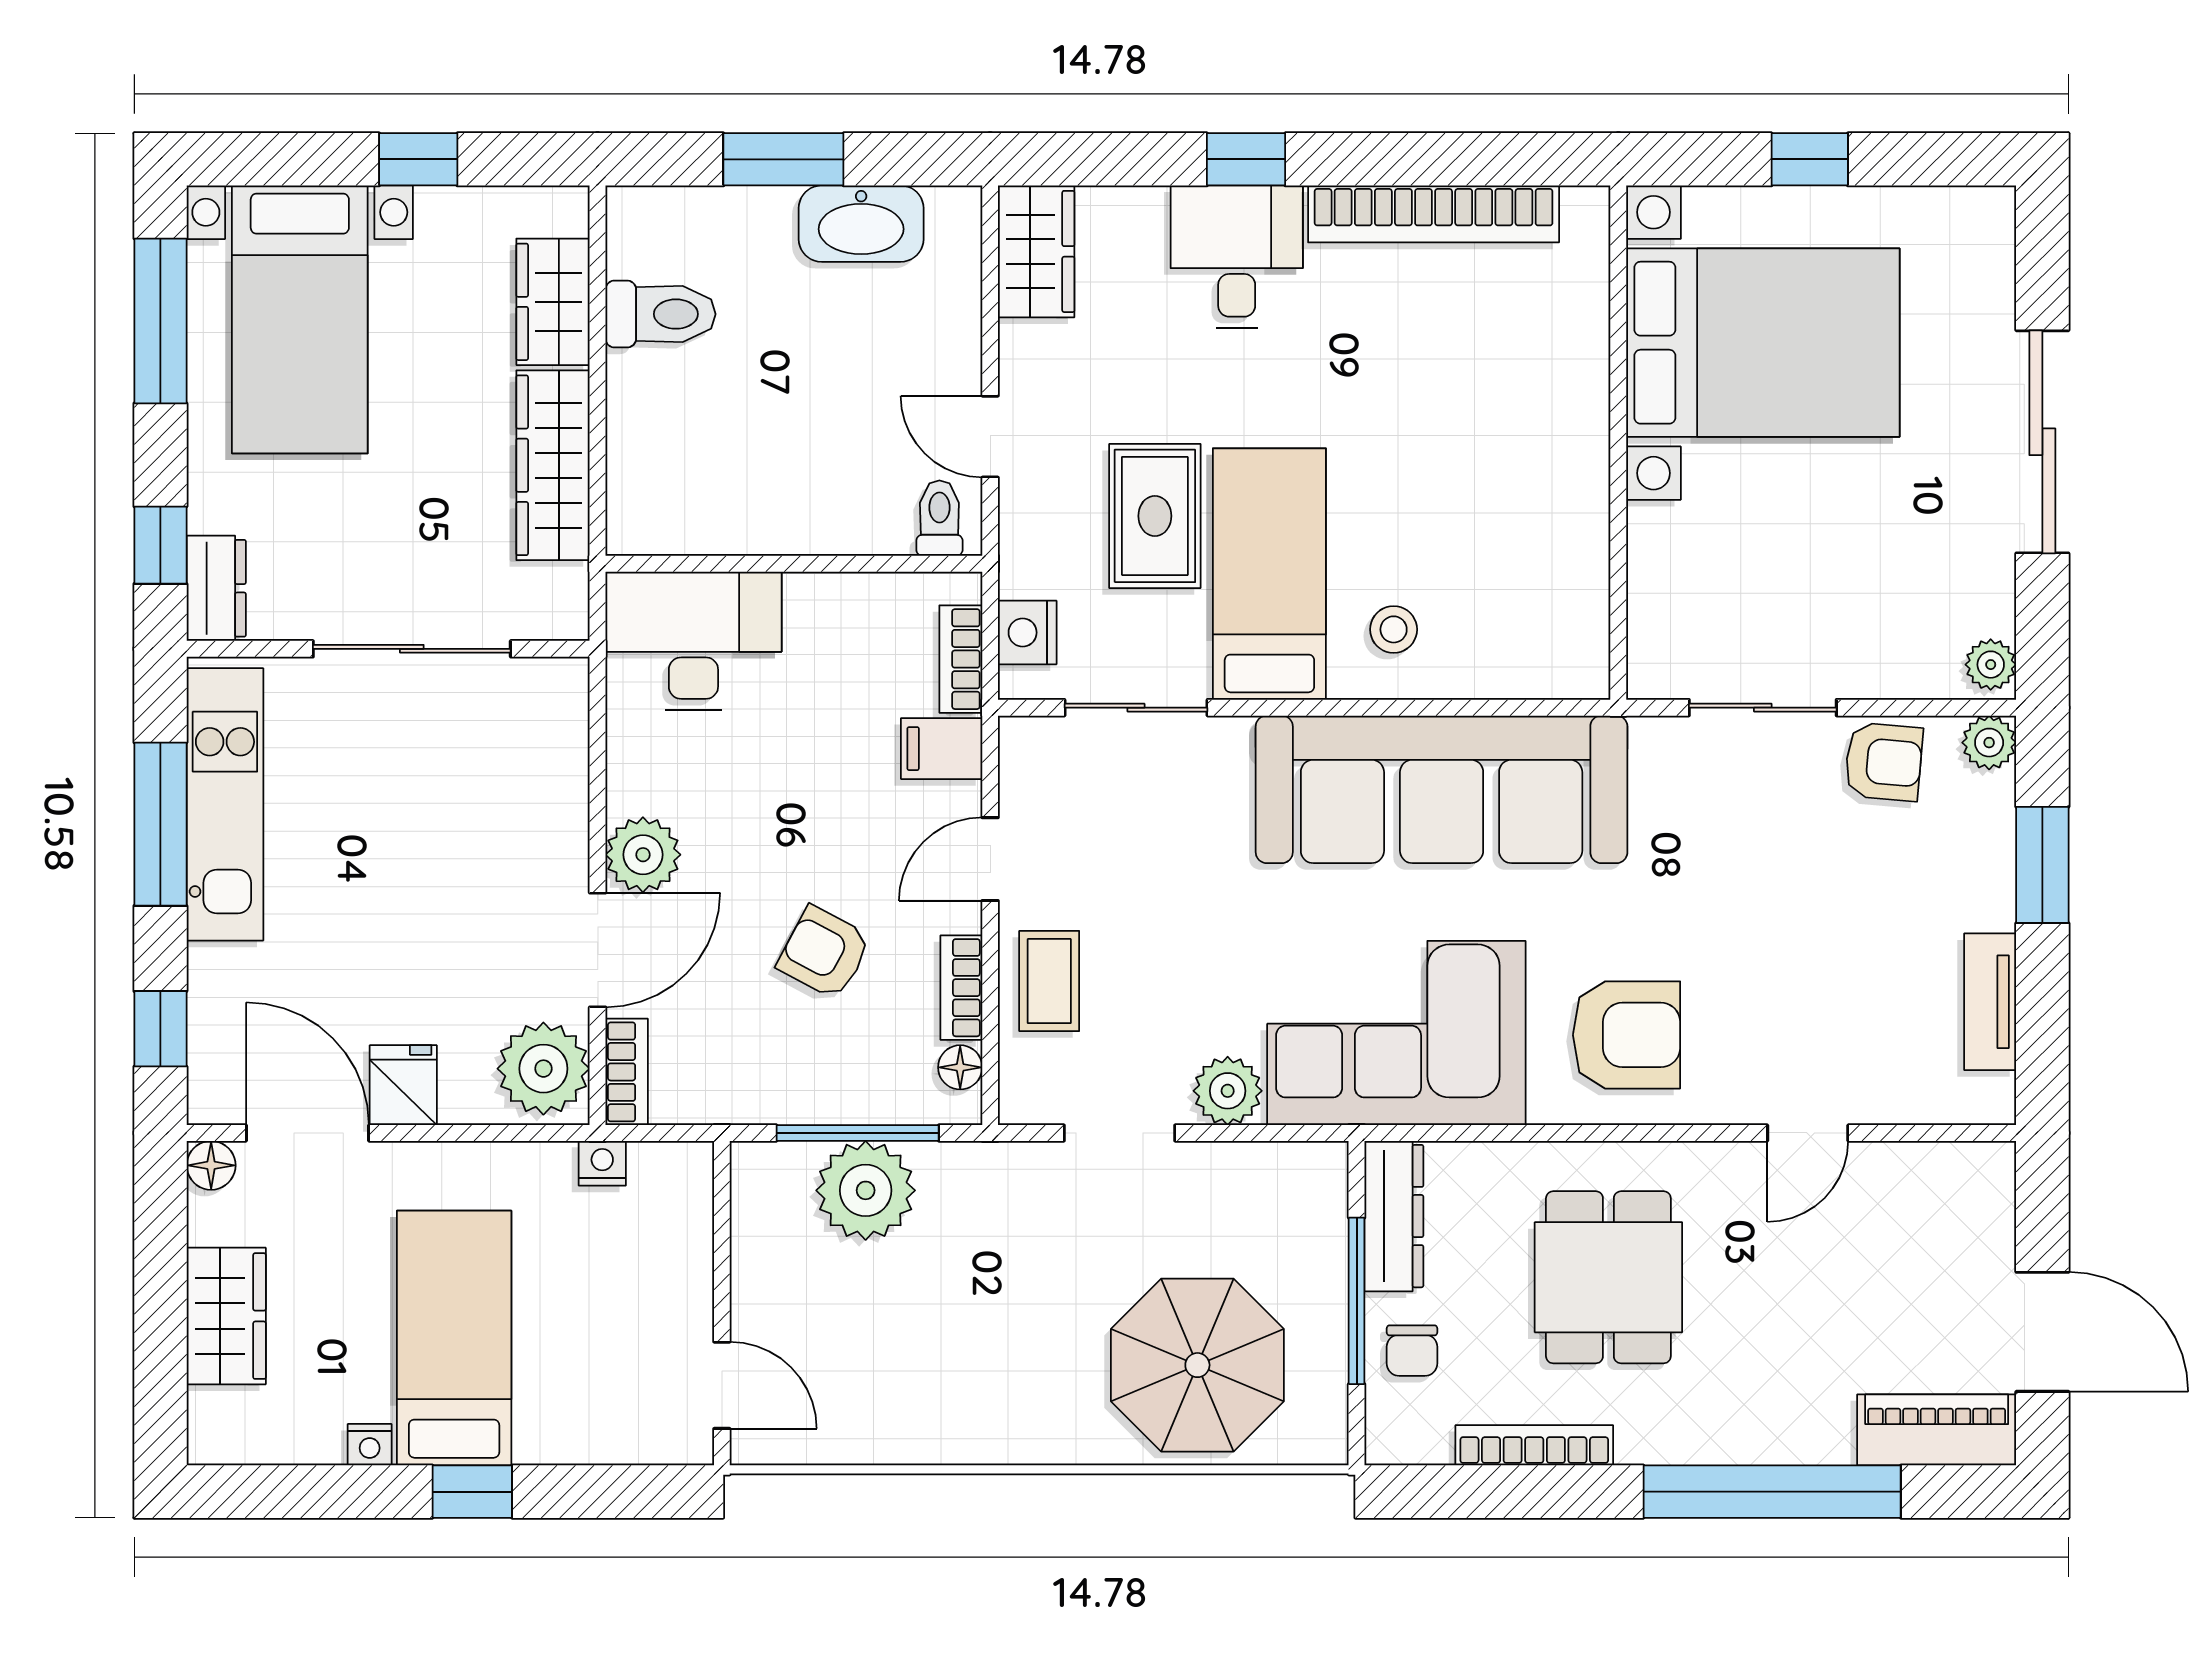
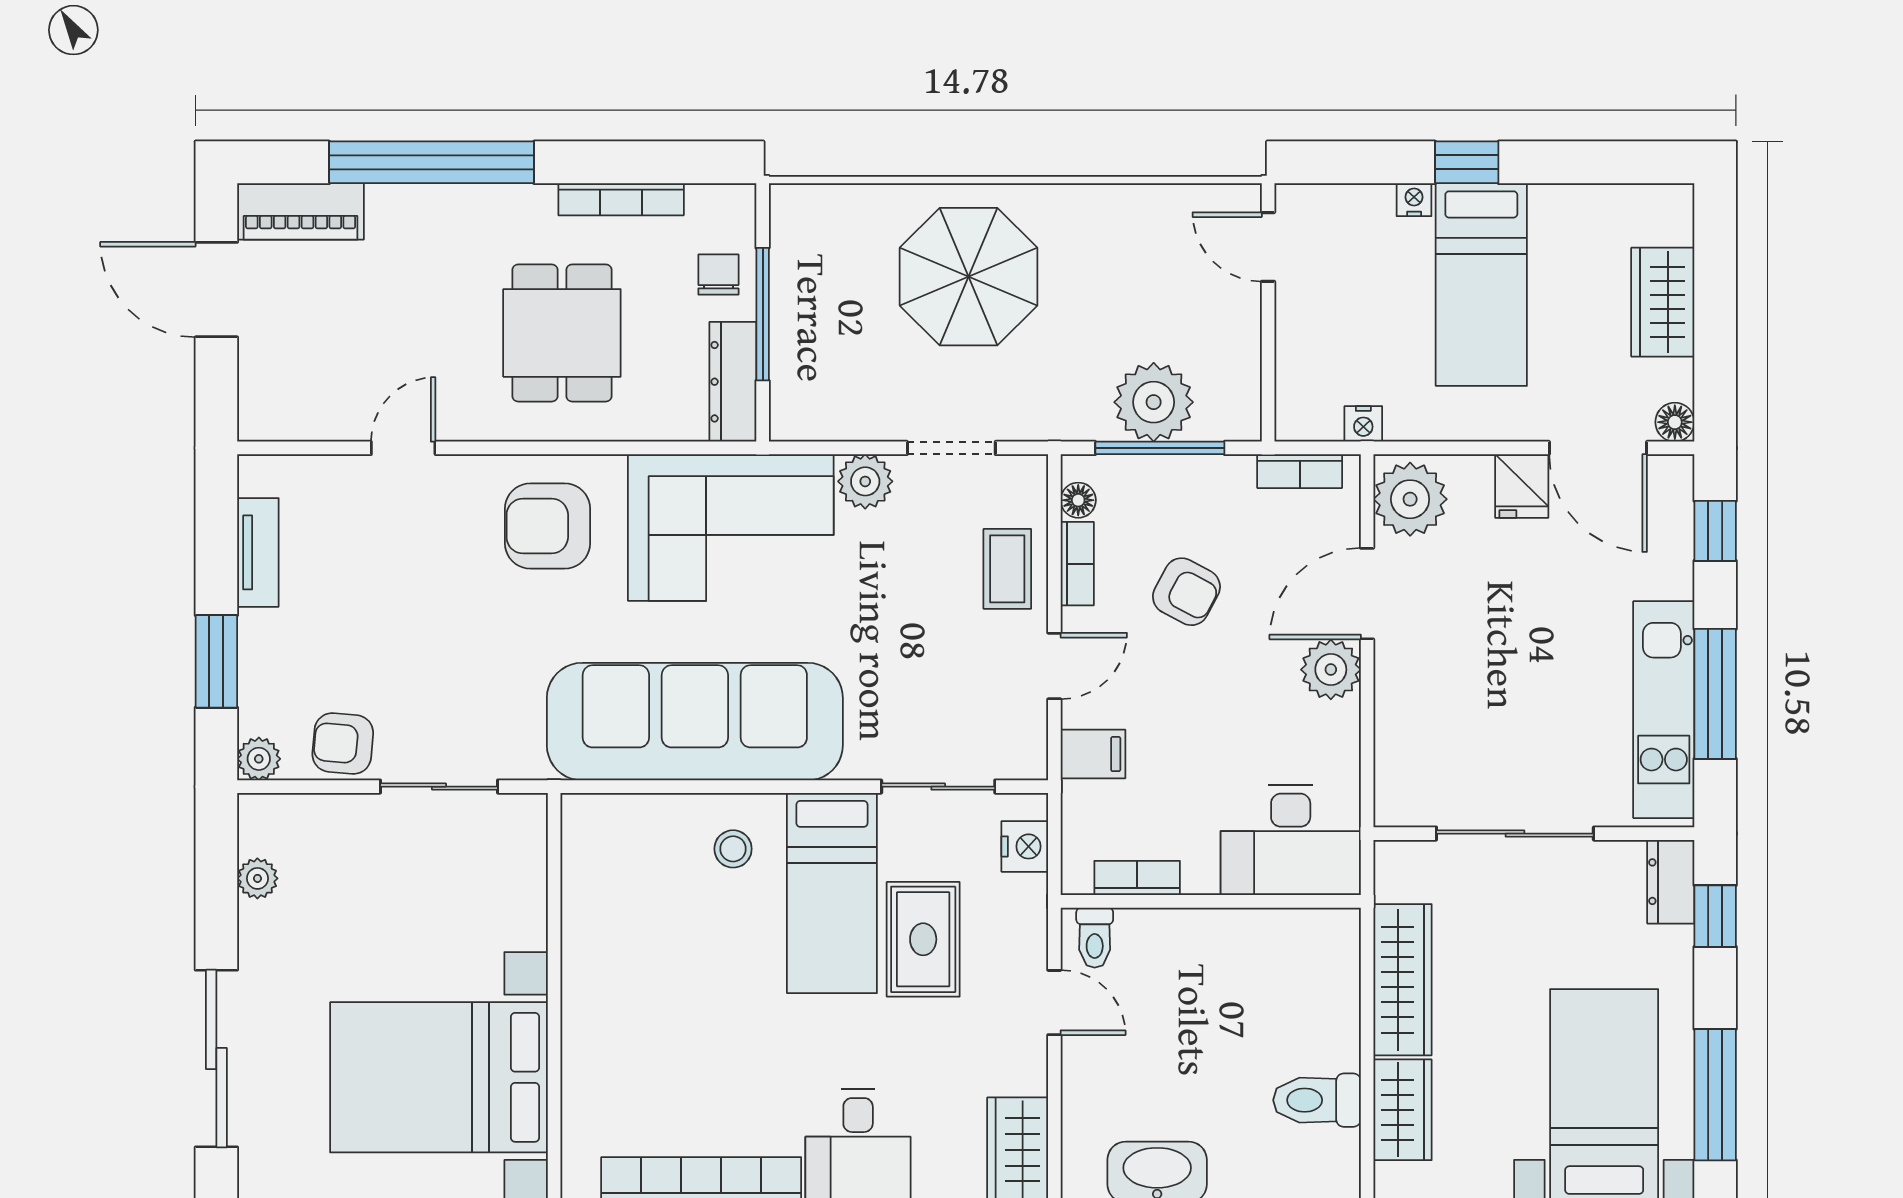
sliding door: (2042, 442) -> (216, 1059), moved
bookcase: (961, 659) -> (1137, 878), moved, turned -90
plant: (1991, 665) -> (257, 878), moved
bookcase: (627, 1072) -> (1300, 471), moved, turned -90
parasol: (1197, 1365) -> (969, 277), moved
nightstand: (370, 1445) -> (1414, 200), moved

